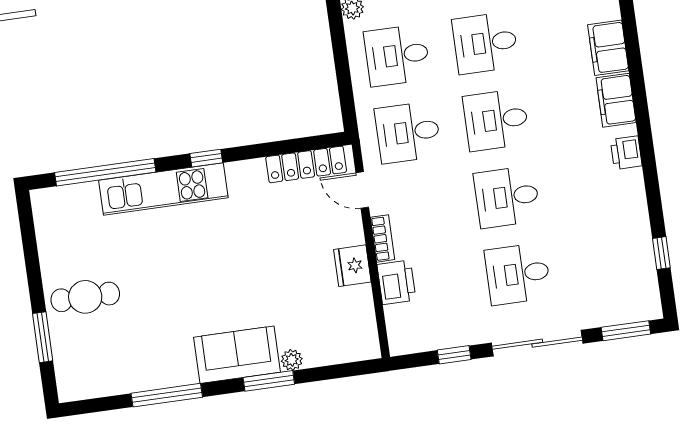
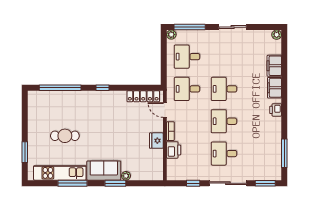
desk: (485, 43) -> (224, 57), removed
kitchen unit: (163, 189) -> (60, 173), moved, turned 180
window: (661, 253) -> (284, 153), width x2.17
cafe table: (85, 297) -> (65, 136), moved

